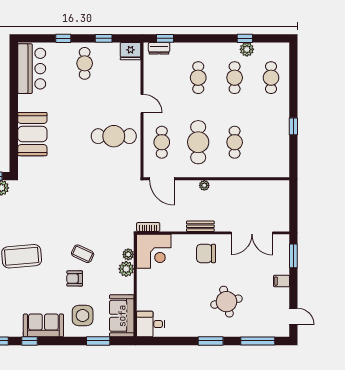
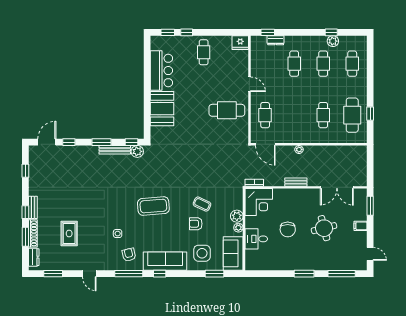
window: (104, 38) -> (168, 32), moved
dresser: (159, 48) -> (276, 40), moved
bar counter: (32, 69) -> (161, 71), moved
window: (293, 126) -> (370, 114), moved
cafe table: (198, 142) -> (352, 115), moved
chair: (206, 253) -> (288, 229), moved, turned -90
plant: (128, 254) -> (238, 228), moved
round table: (226, 302) -> (324, 228), moved
desk: (151, 324) -> (256, 239), moved
sofa: (43, 325) -> (165, 261), width x1.36

